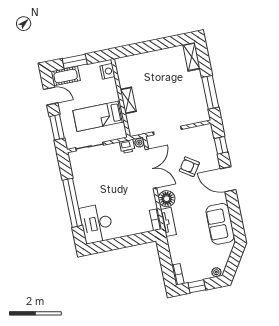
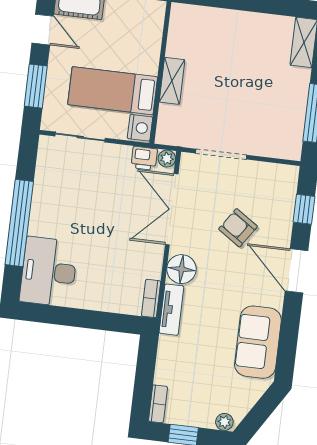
nightstand: (107, 71) -> (140, 128), moved
double door: (151, 169) -> (172, 209), swing flipped

